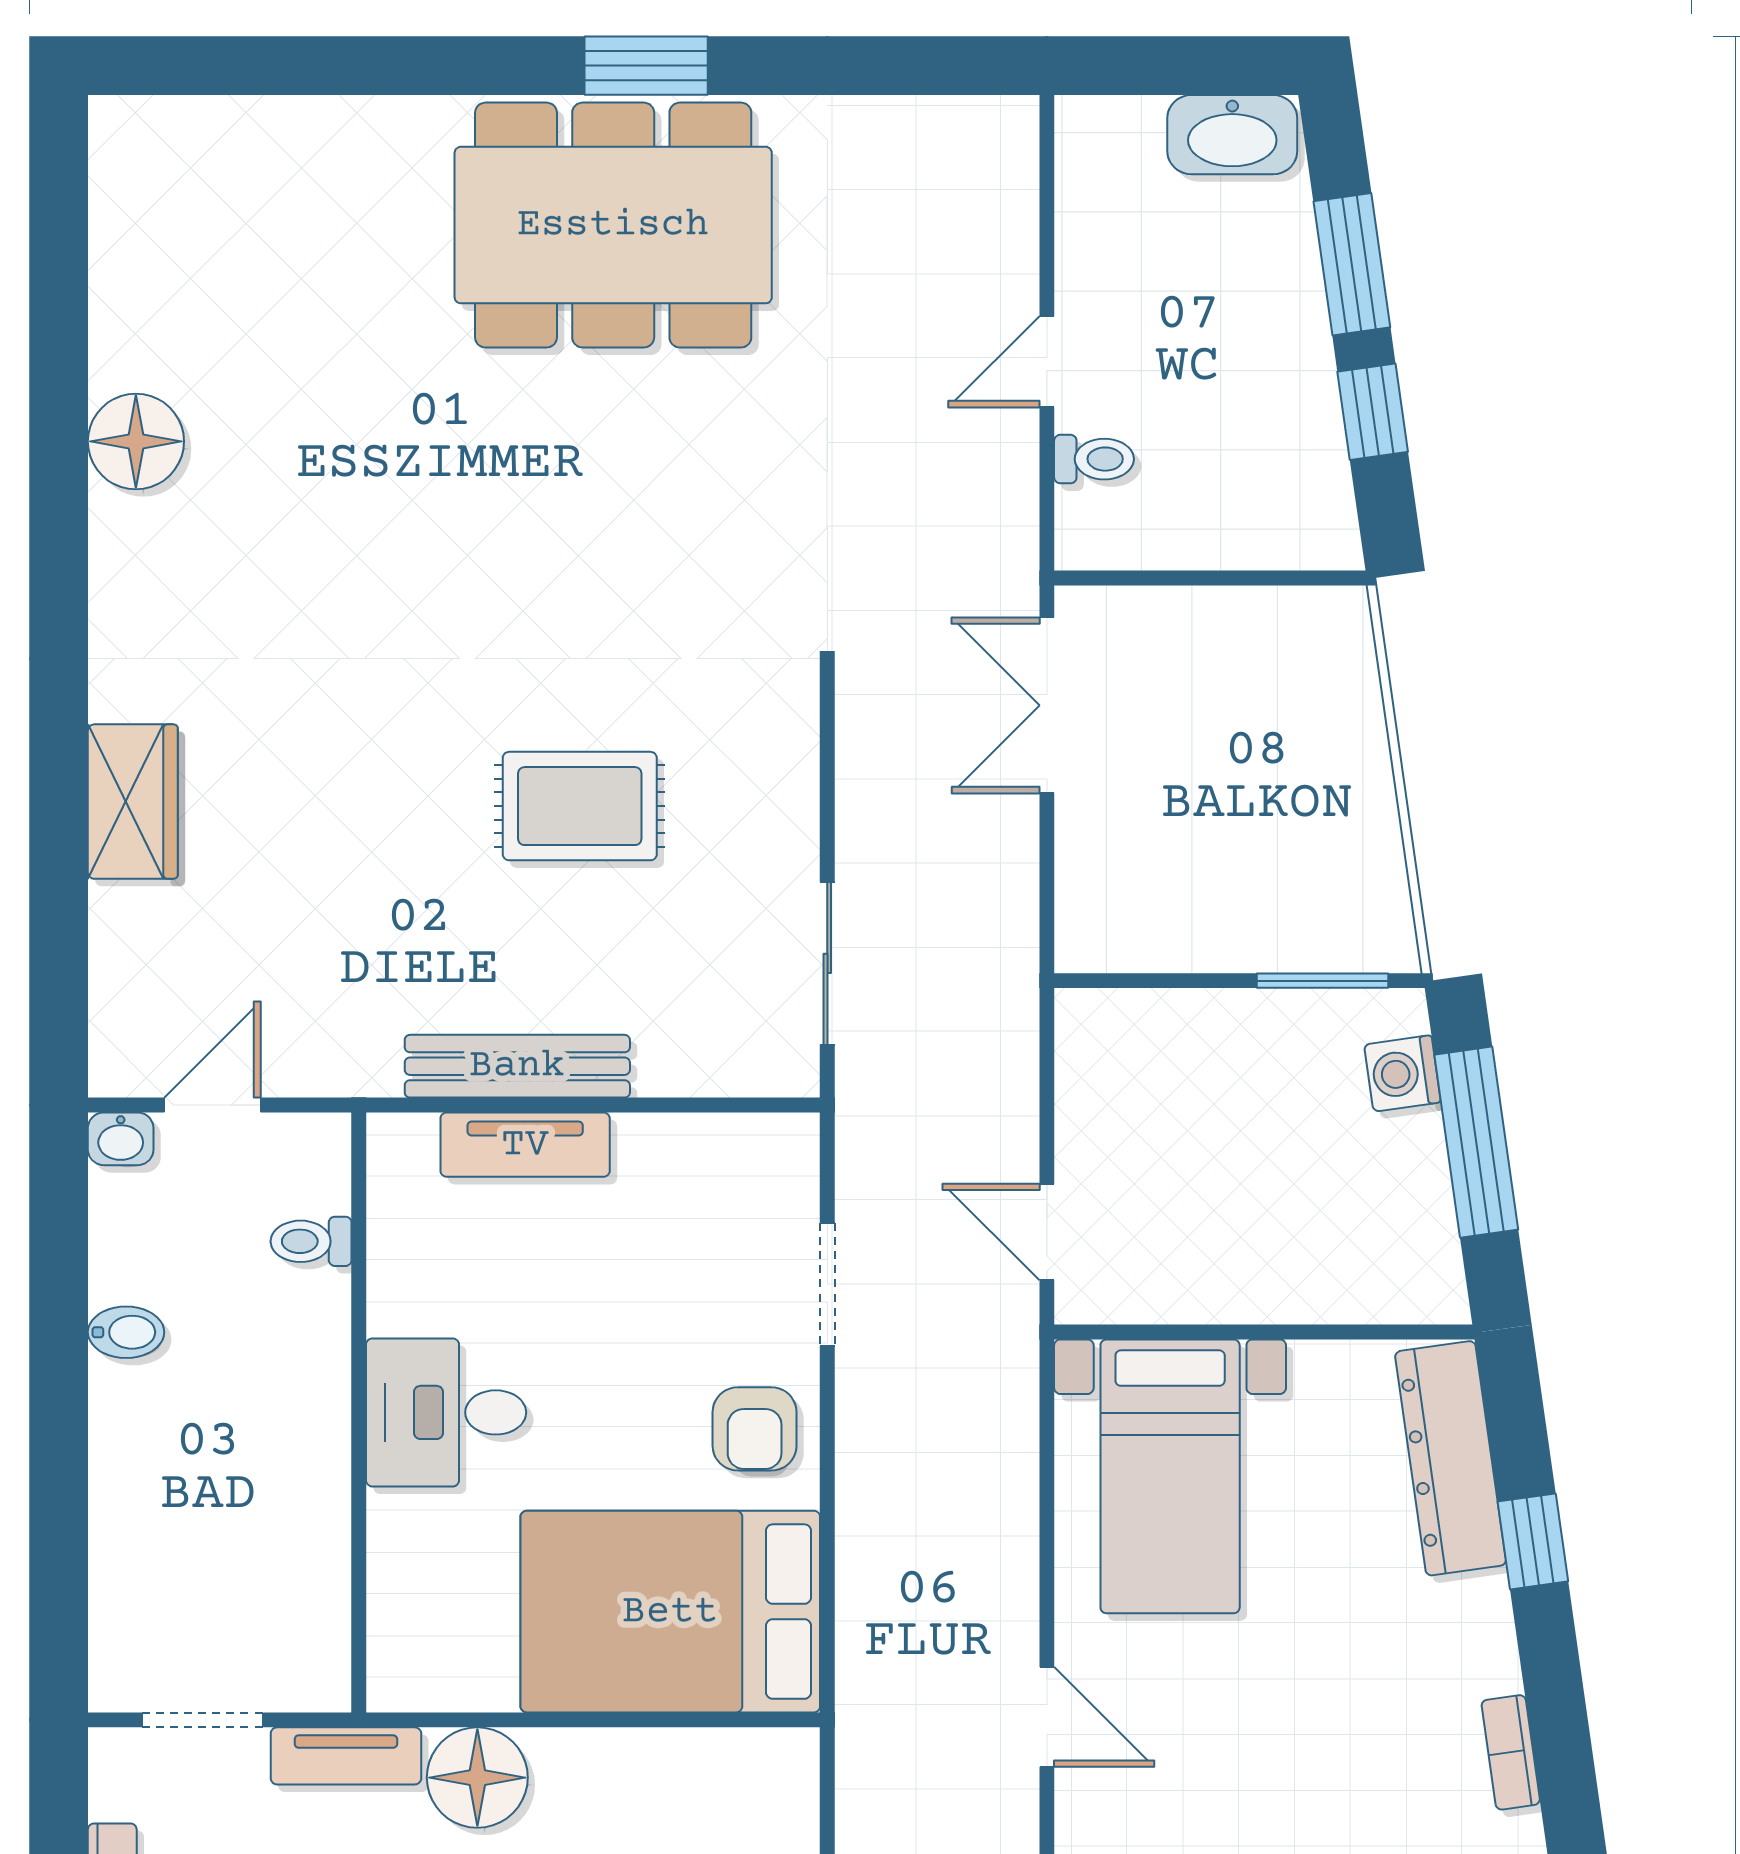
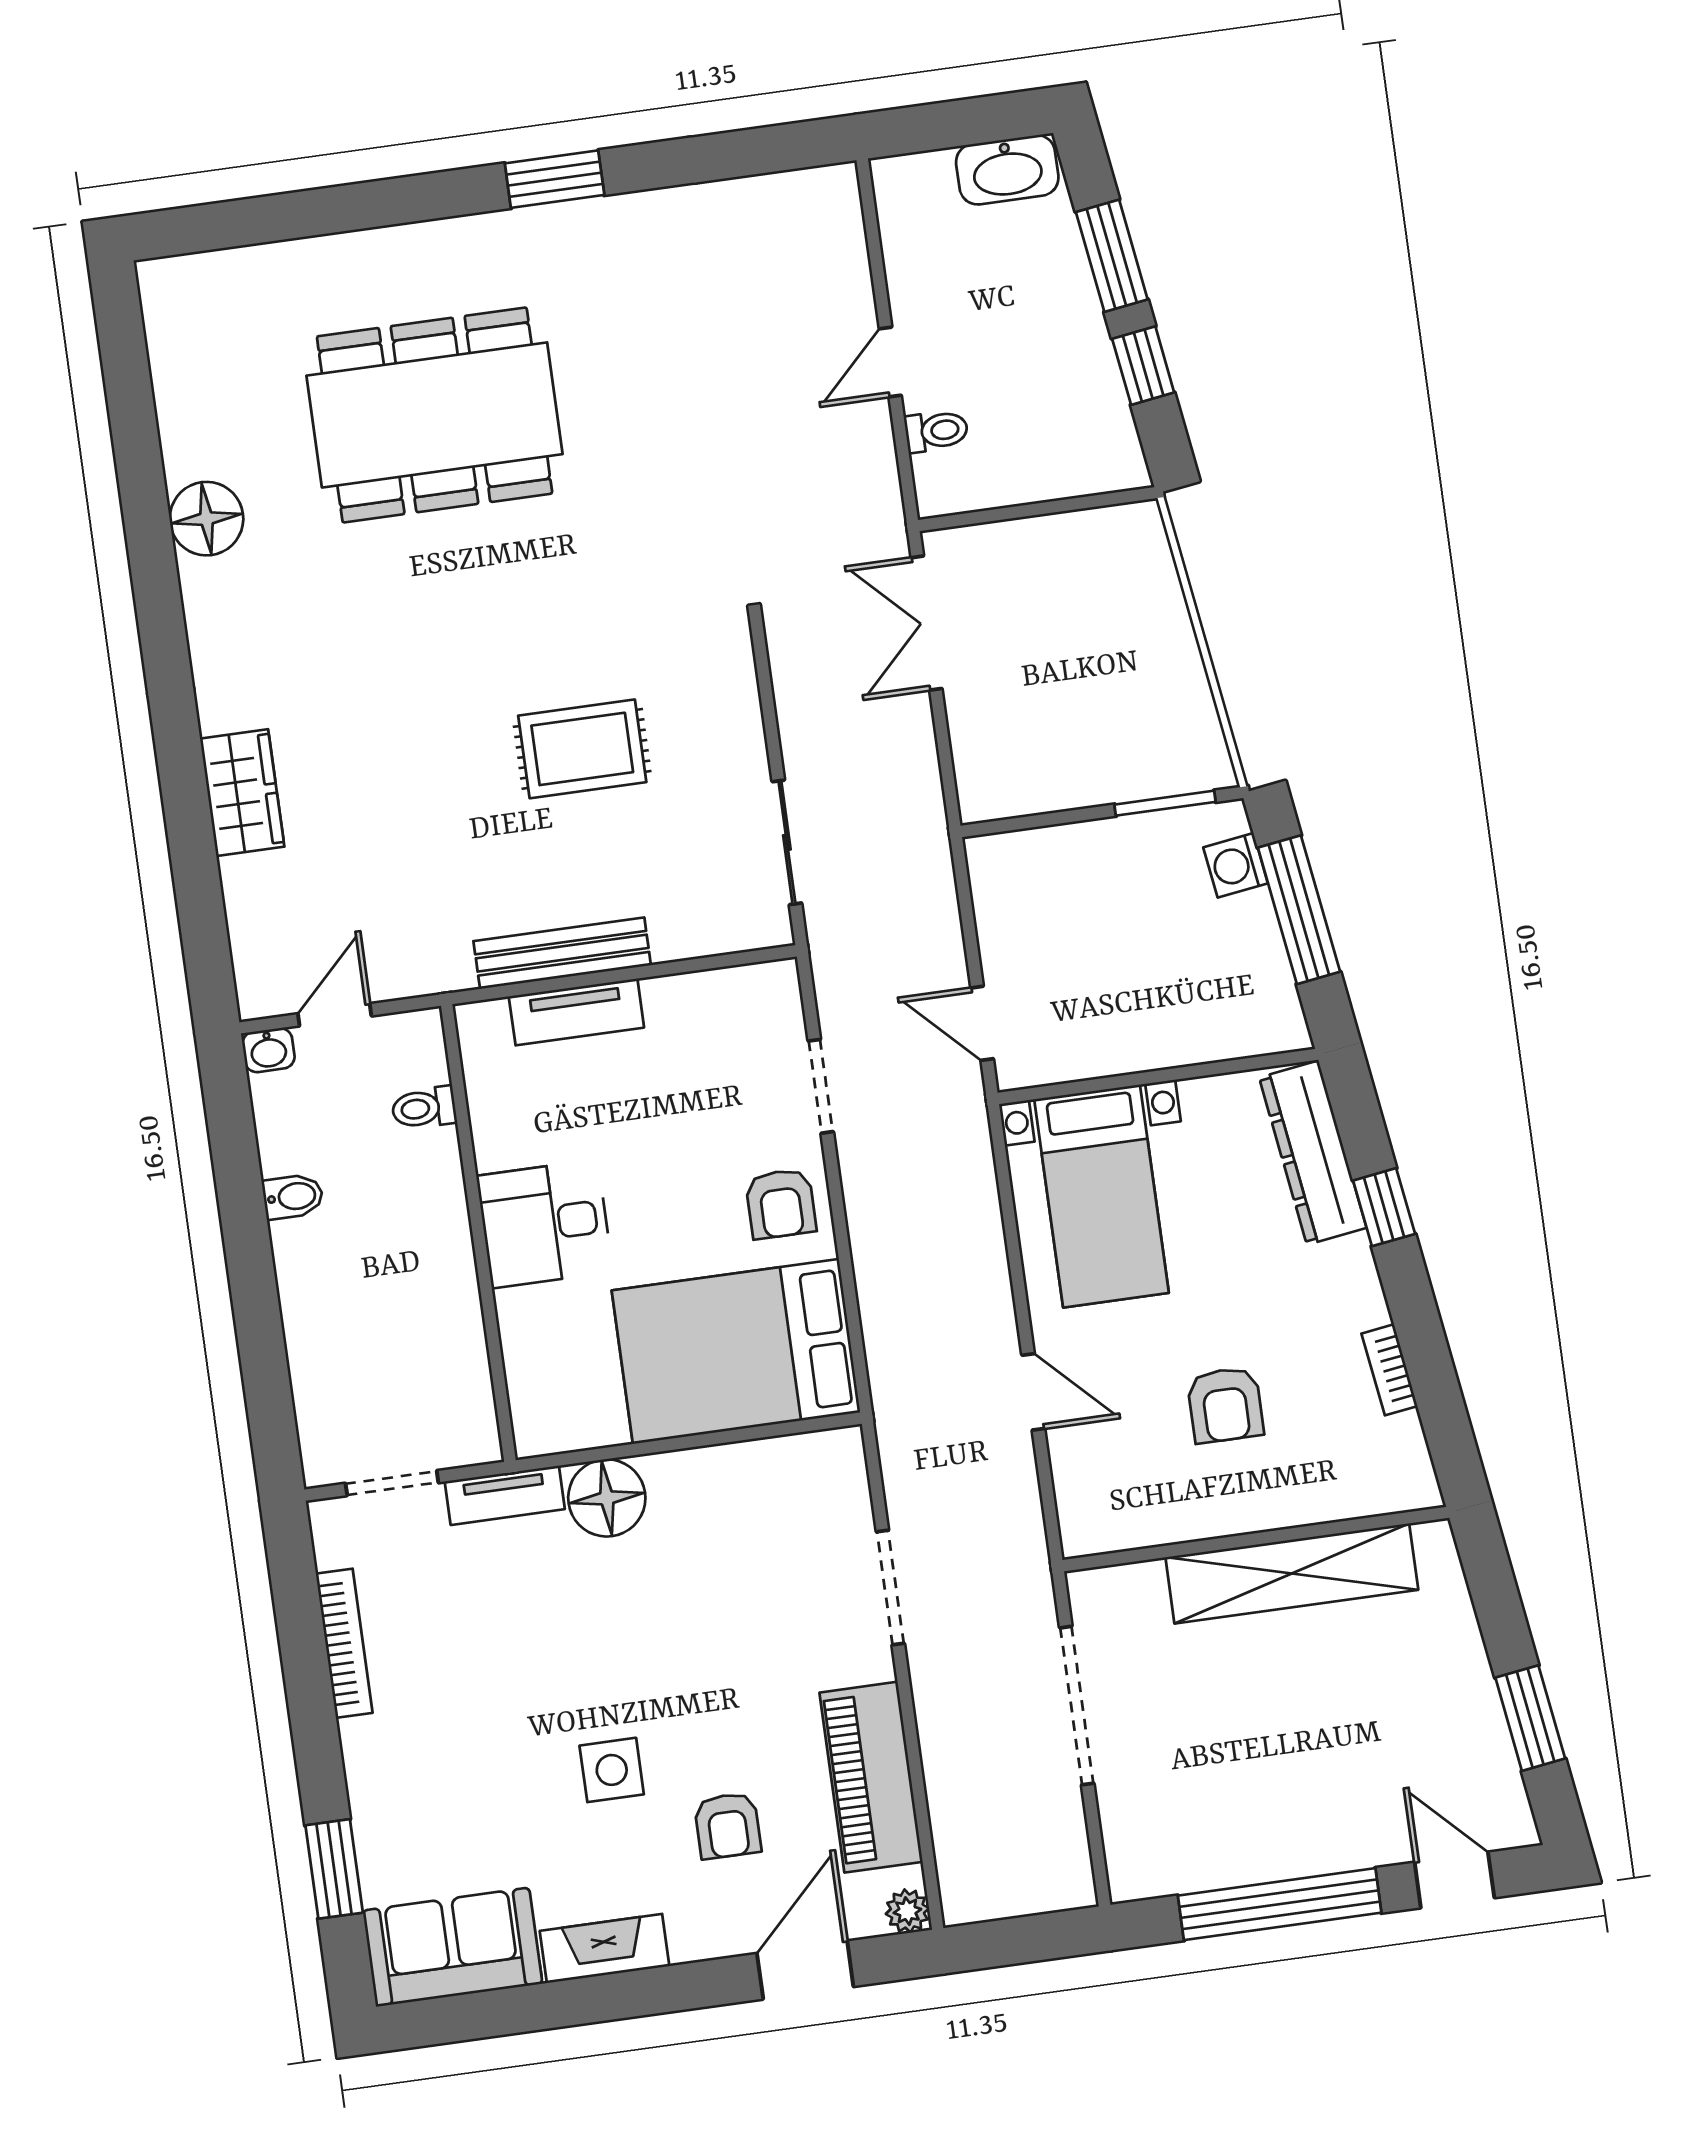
dining table: (613, 225) -> (435, 415), moved
armchair: (1292, 1768) -> (1225, 1405), added

